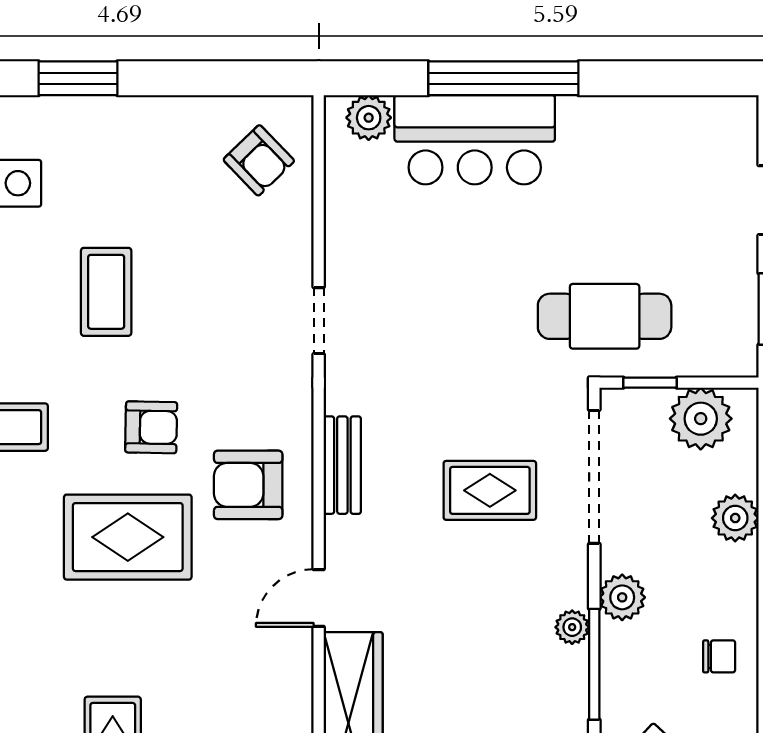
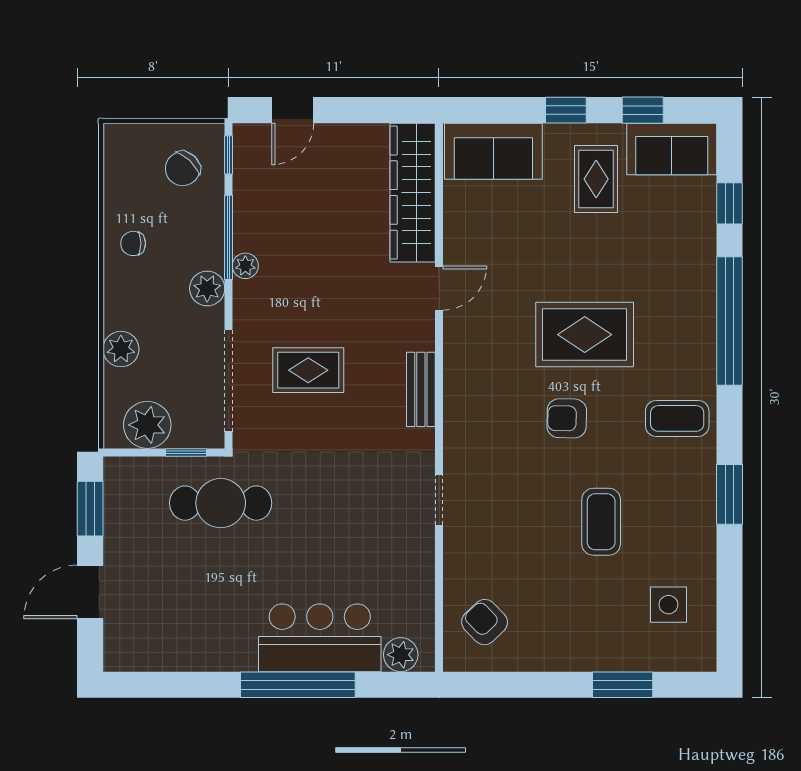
armchair: (248, 485) -> (493, 374), removed

